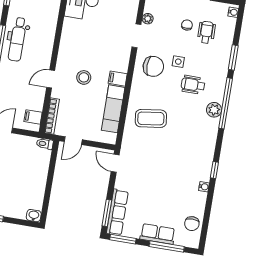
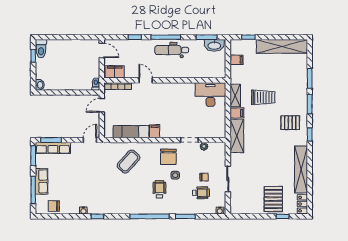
stool: (84, 77) -> (151, 105), removed
plant: (214, 110) -> (143, 208), removed
filing cabinet: (33, 117) -> (115, 72), width x2.00
coffee table: (151, 118) -> (128, 162), turned 50
door: (73, 141) -> (102, 105), hinge flipped

